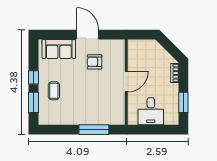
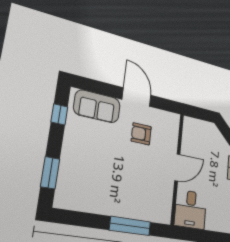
window: (33, 77) -> (59, 114), moved
coffee table: (54, 91) -> (82, 162), removed
desk: (151, 111) -> (191, 209), moved

